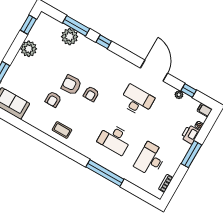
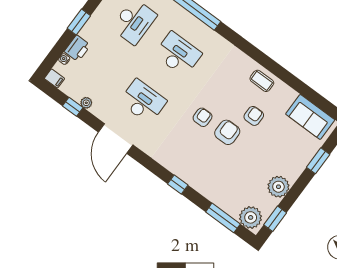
window: (76, 26) -> (223, 218), moved
plant: (70, 37) -> (251, 217), moved
armchair: (71, 85) -> (227, 132), turned -87
desk: (137, 101) -> (143, 101), turned 180
coffee table: (62, 130) -> (262, 81), moved
window: (191, 154) -> (79, 22), width x0.69

